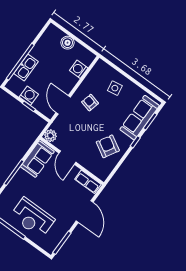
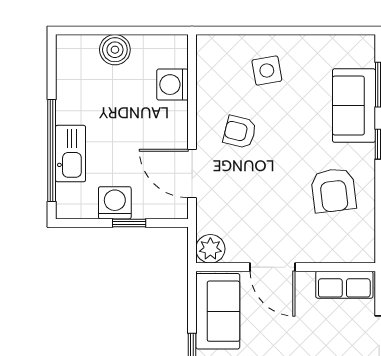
sofa: (140, 118) -> (354, 106), width x0.73
armchair: (108, 146) -> (333, 190), turned -127

